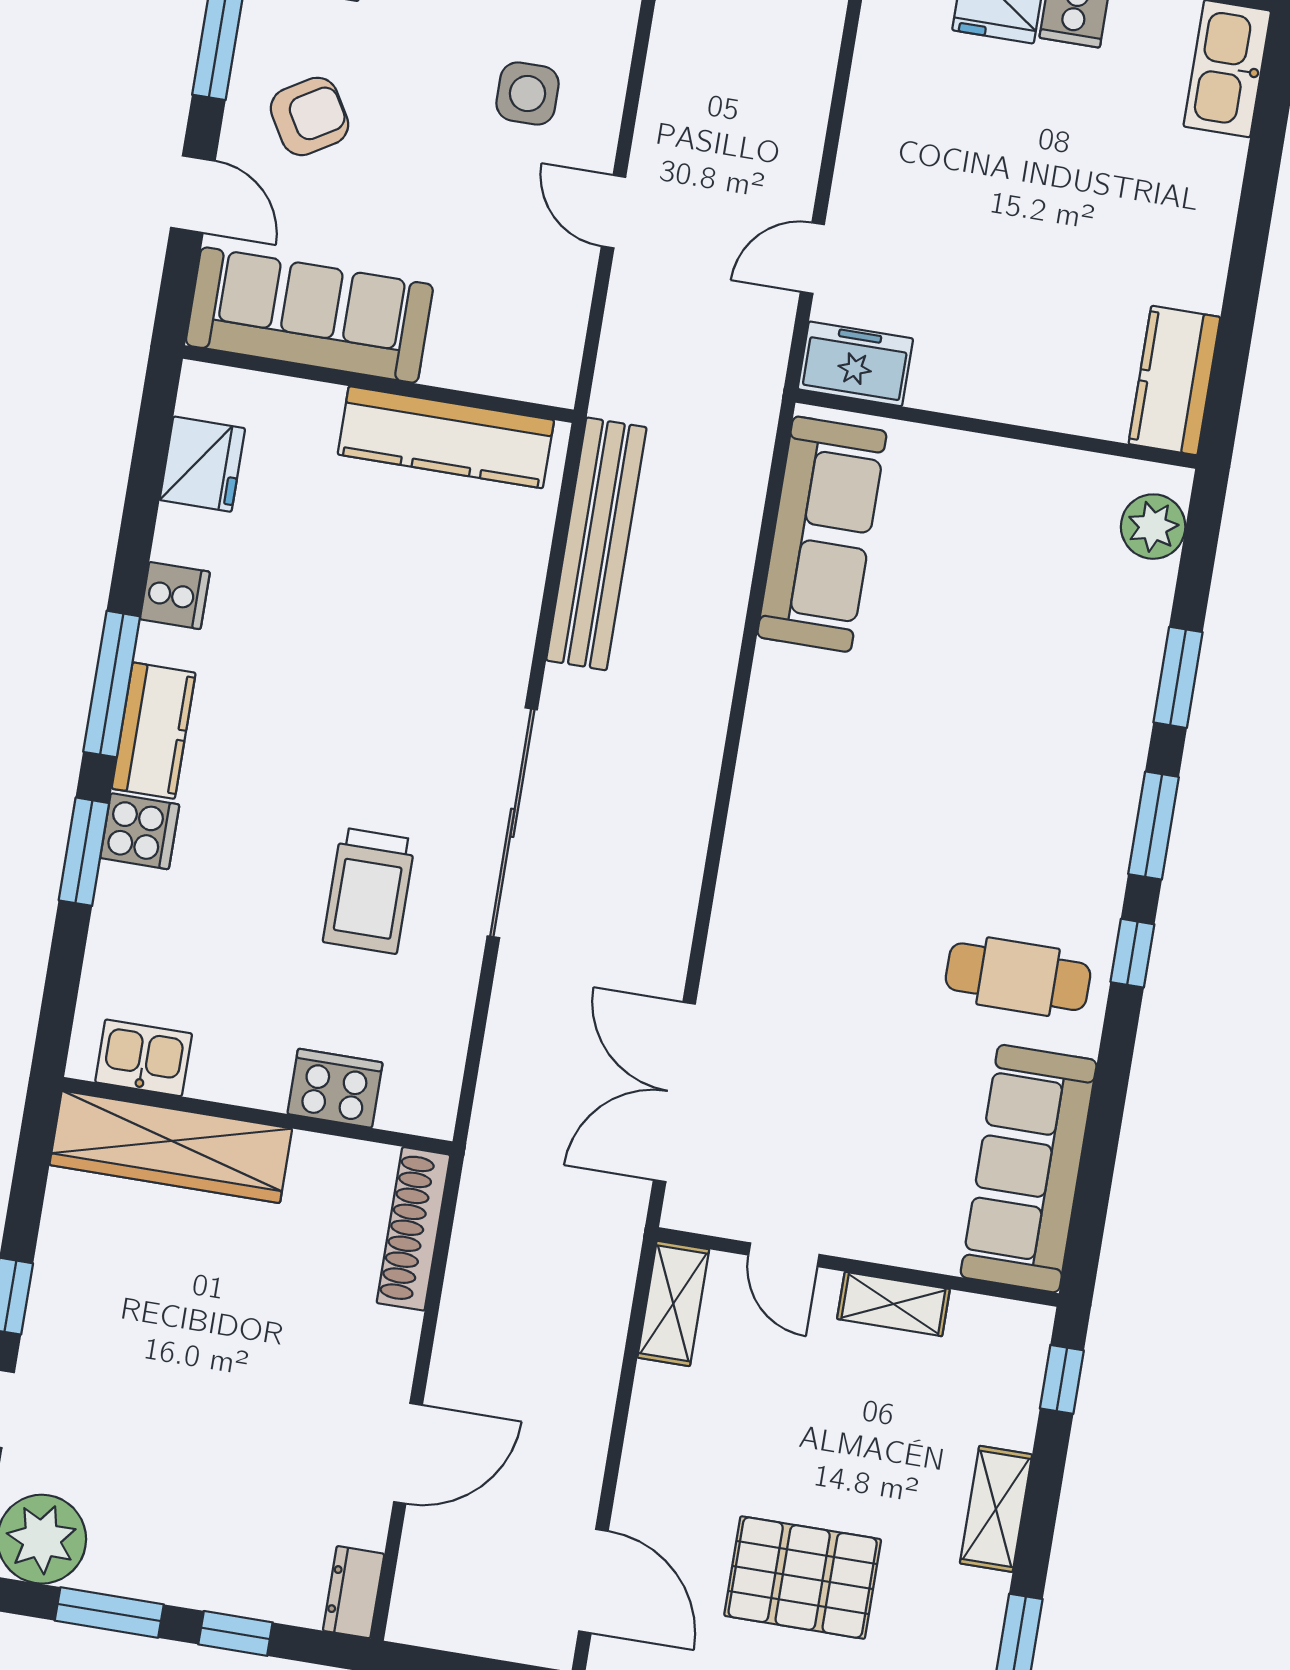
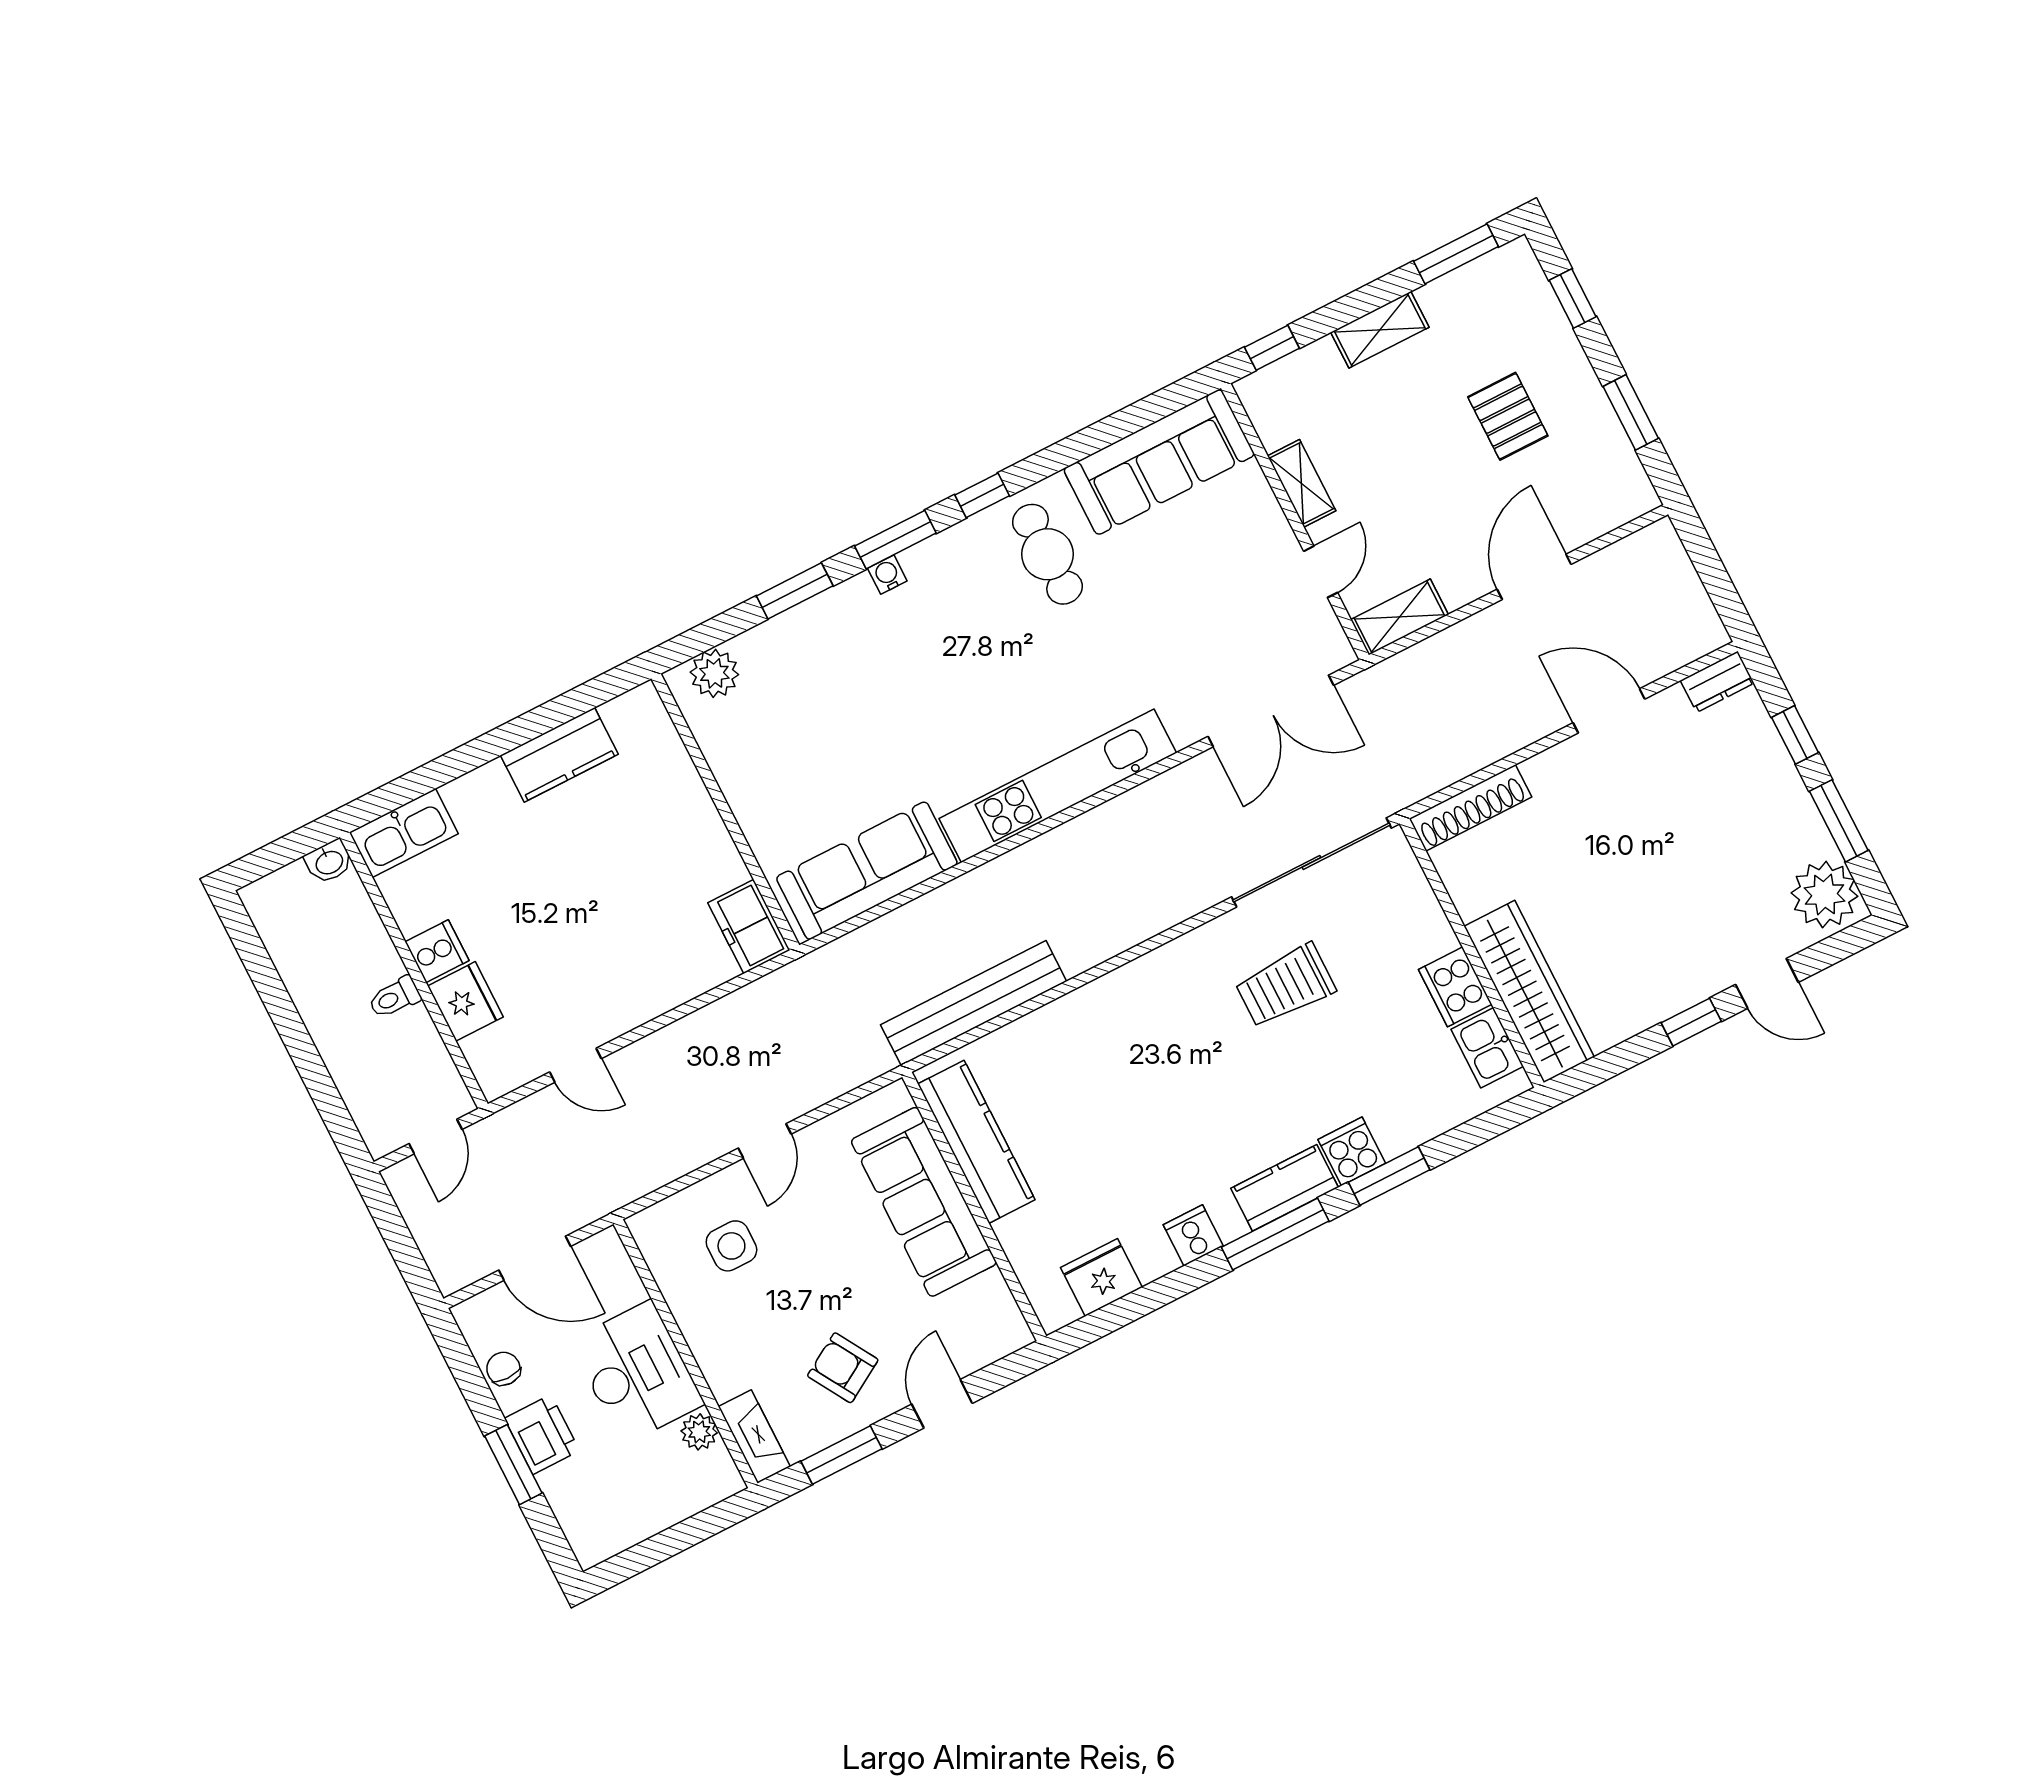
door: (812, 258) -> (575, 1065), moved
sofa: (309, 315) -> (924, 1202), moved
kitchen counter: (1174, 380) -> (559, 755), moved
water cooler: (1122, 789) -> (887, 575), added
kitchen unit: (762, 805) -> (1058, 786), added
sliding door: (512, 823) -> (1311, 862), moved
trolley: (369, 891) -> (1285, 986), turned 180
cooker: (335, 1088) -> (1455, 987), moved
pallet: (803, 1578) -> (1508, 416), width x0.67, depth x0.71
door: (593, 1581) -> (1534, 577), moved

